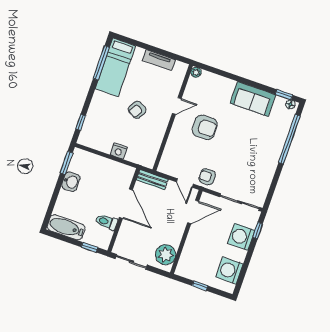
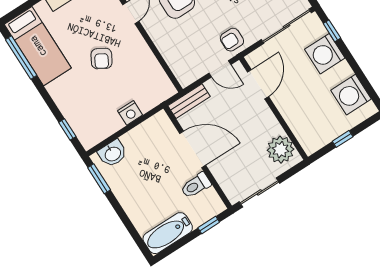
washbasin: (71, 182) -> (113, 154), moved, turned 90

